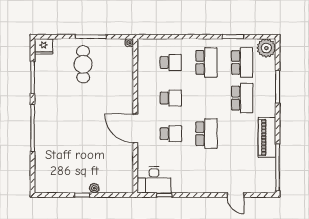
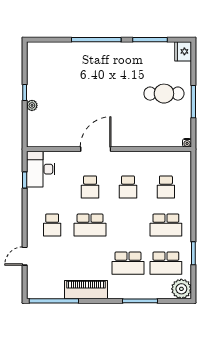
school desk: (206, 169) -> (52, 225), added

